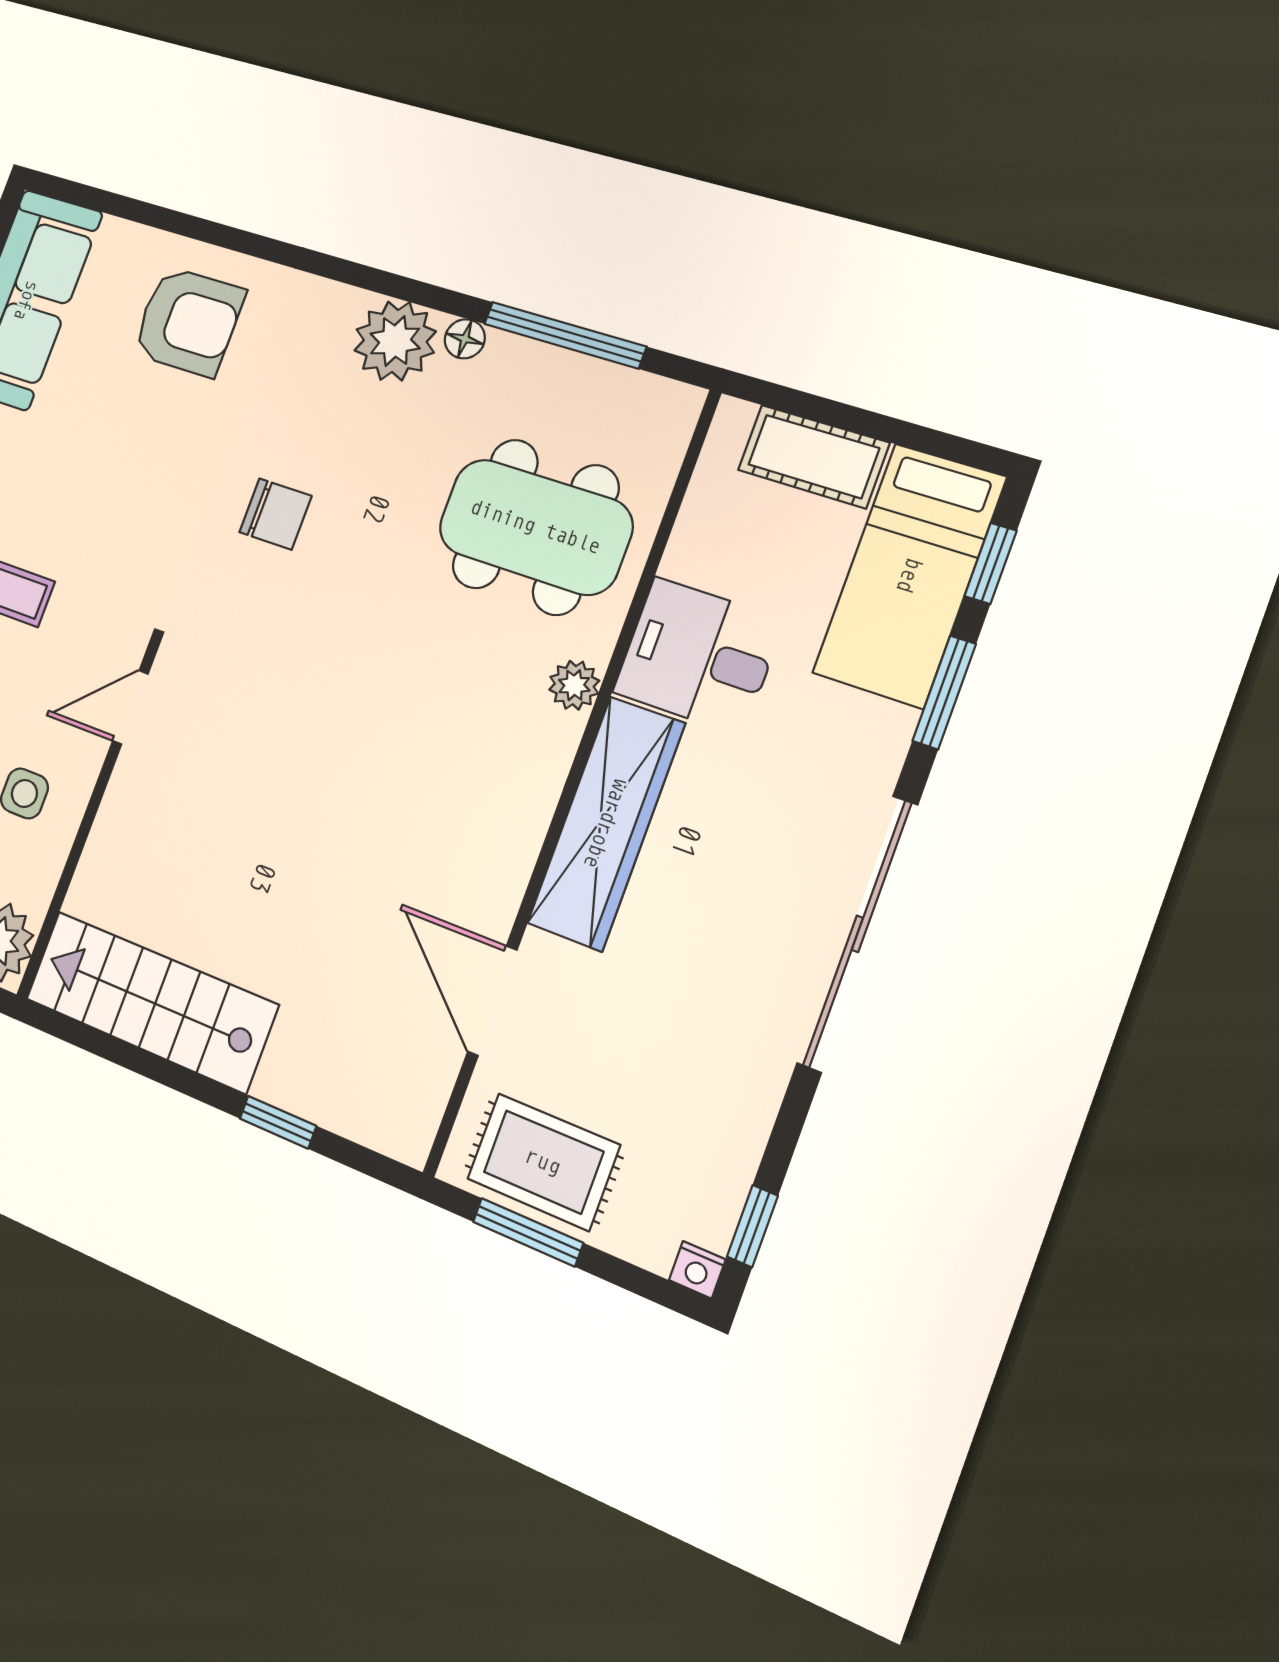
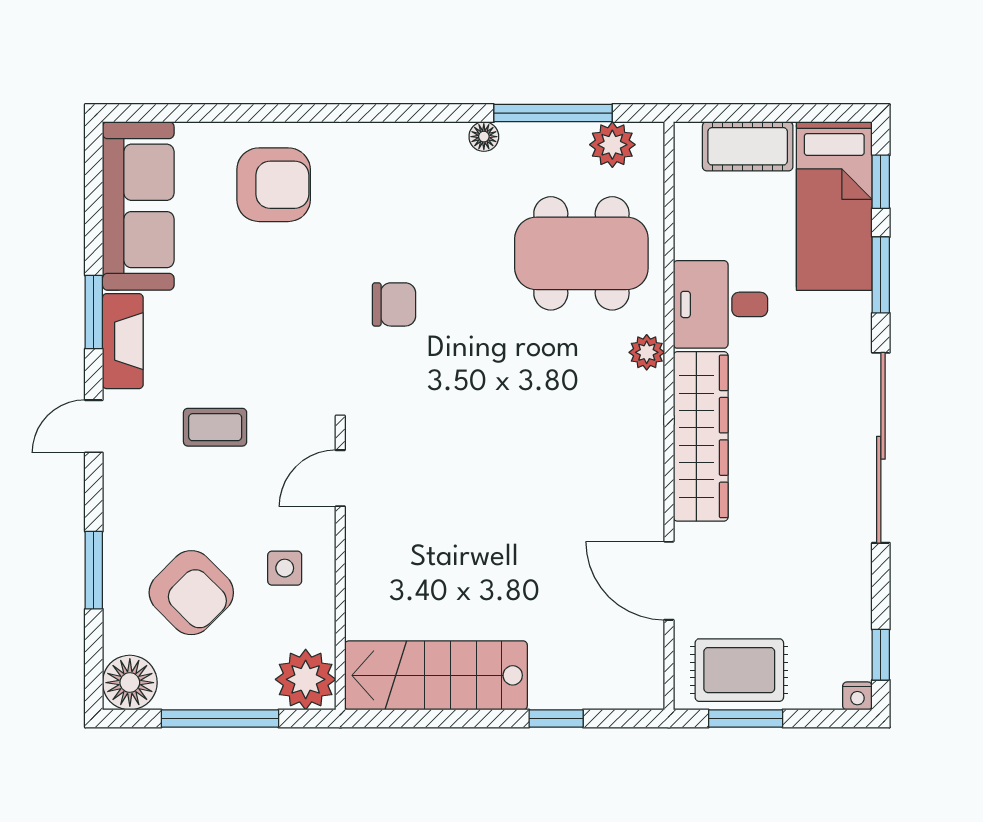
plant: (395, 341) -> (612, 145), moved, width x0.73, depth x0.73

